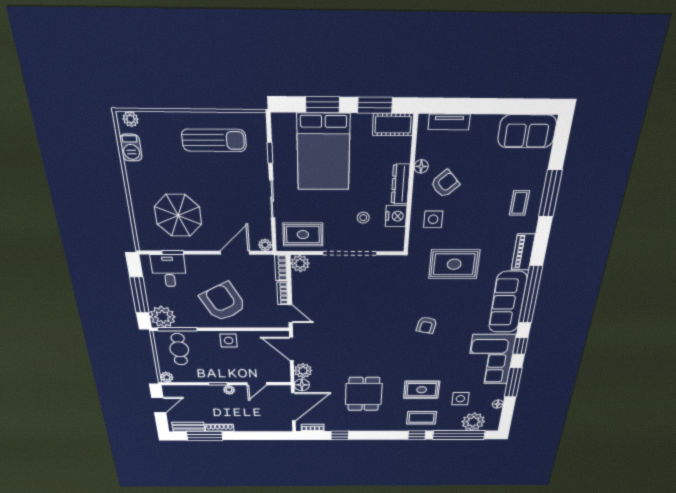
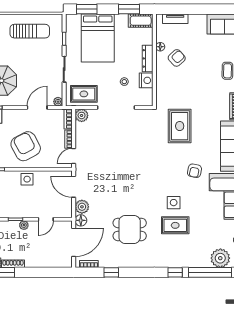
window: (323, 105) -> (87, 9), moved
side table: (433, 219) -> (171, 82), removed
rug: (454, 264) -> (180, 126), moved, turned 90
door: (290, 314) -> (74, 156), swing flipped
armchair: (427, 325) -> (194, 171), moved
dining table: (364, 394) -> (130, 229), turned 90
side table: (460, 399) -> (174, 203), moved
coffee table: (422, 418) -> (178, 254), removed

